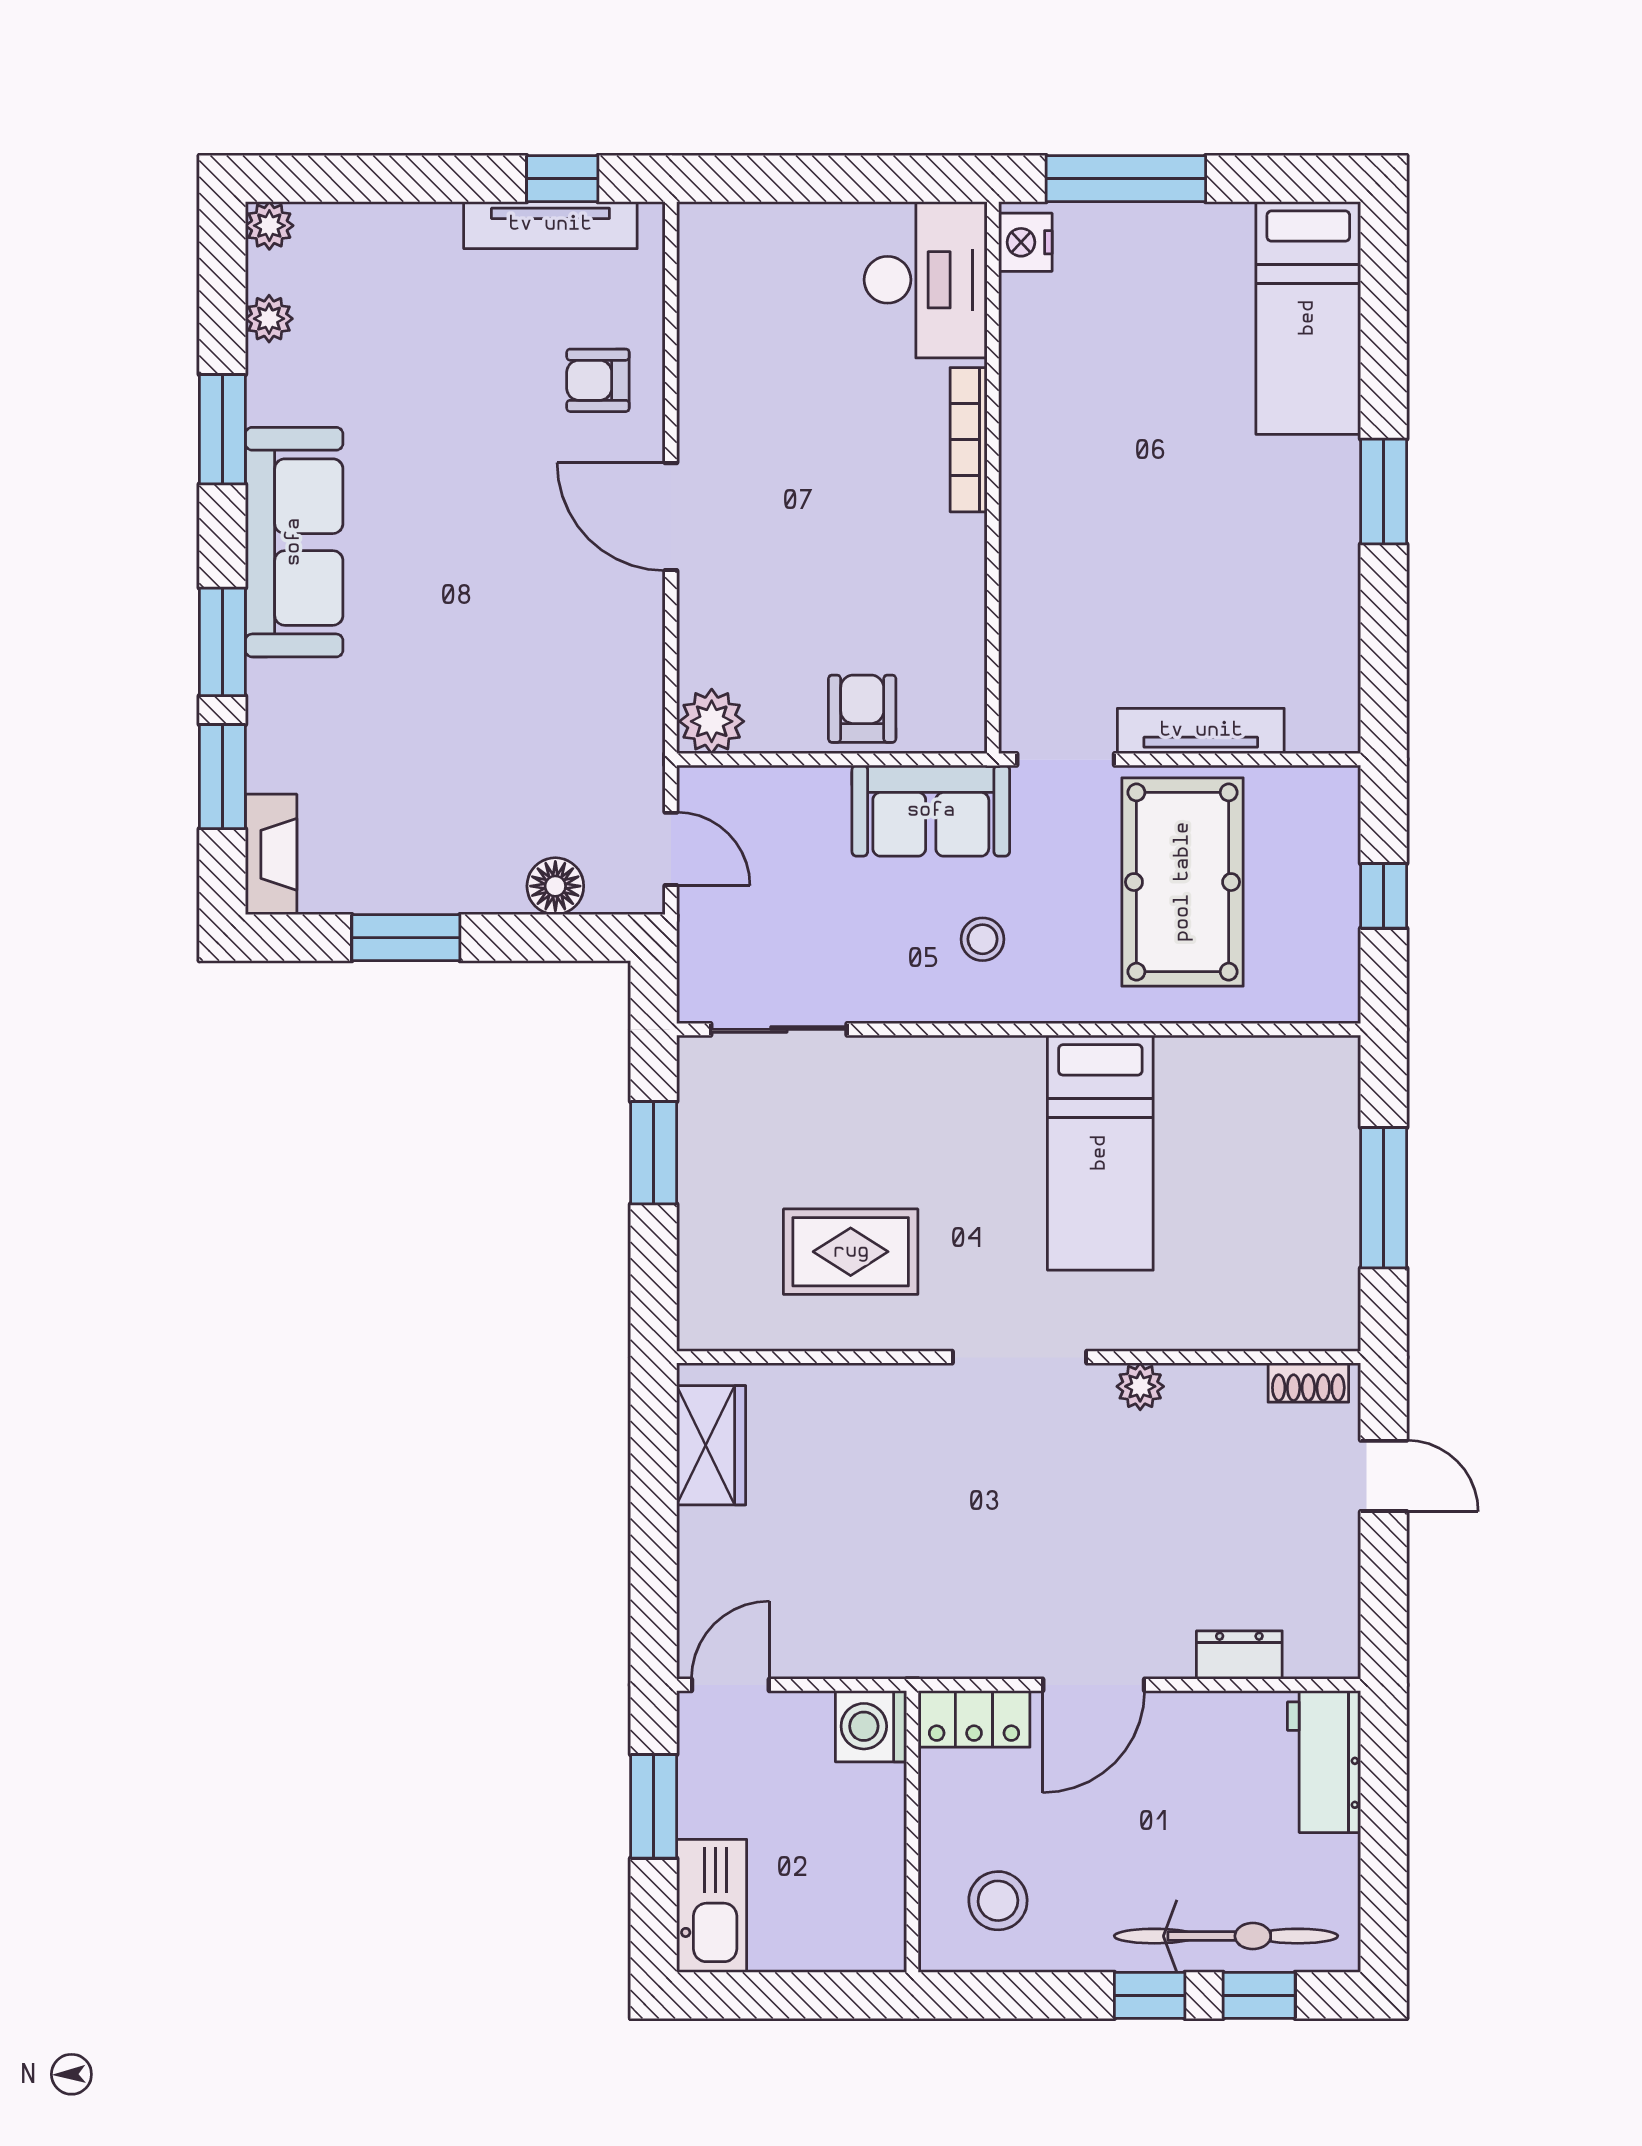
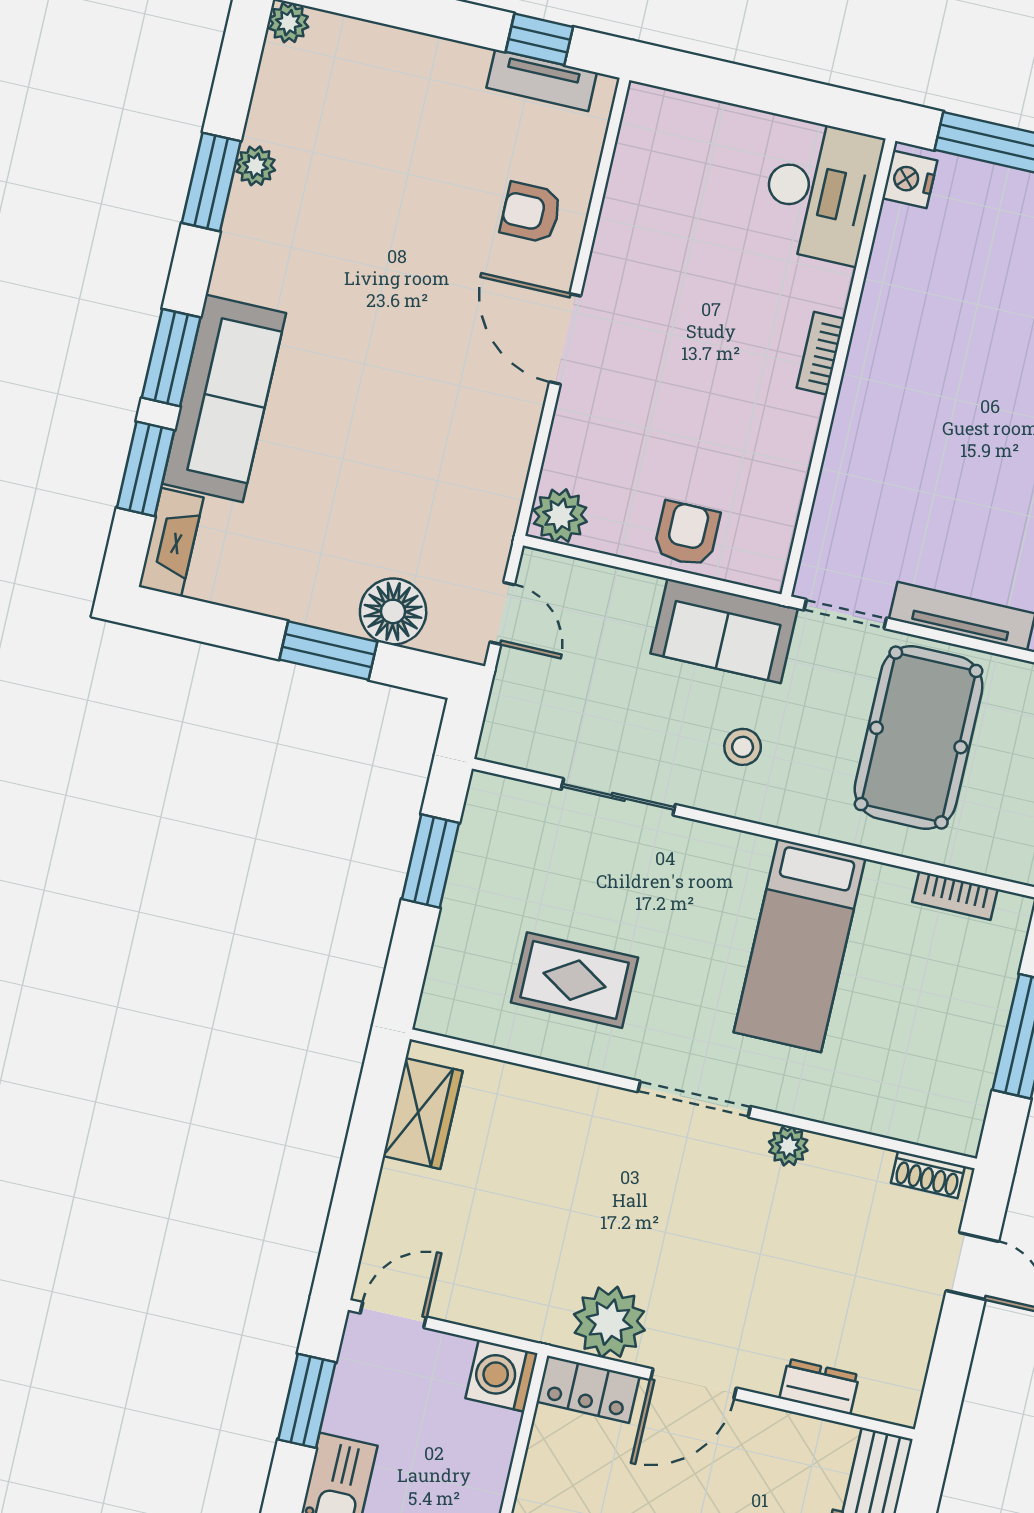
tv unit: (550, 225) -> (542, 80), width x0.71
plant: (269, 319) -> (256, 166), moved
bookcase: (969, 440) -> (821, 353), width x0.64
sofa: (294, 542) -> (224, 398), moved
floor lamp: (555, 886) -> (393, 611), width x1.38, depth x1.38
window: (406, 938) -> (328, 651), moved
sliding door: (779, 1029) -> (618, 797), moved
bookcase: (1266, 1054) -> (955, 895), added
plant: (981, 1636) -> (609, 1322), added

